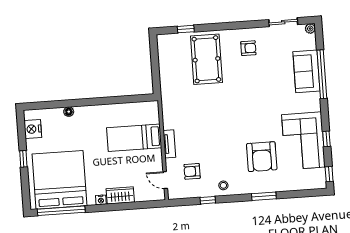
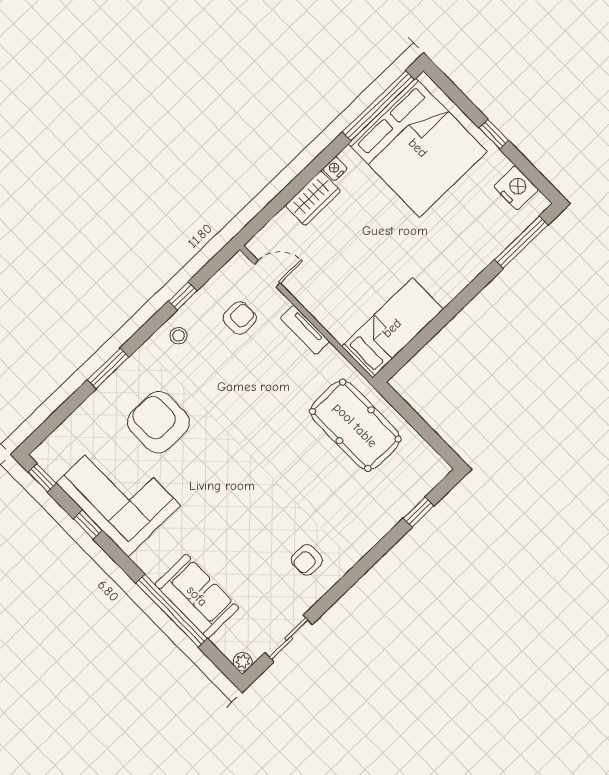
pool table: (206, 59) -> (355, 425), moved
window: (50, 105) -> (521, 242), added
floor lamp: (69, 112) -> (486, 255), removed
bed: (134, 138) -> (392, 328), moved

